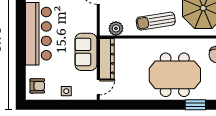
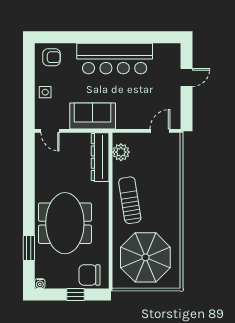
dresser: (107, 59) -> (100, 157), moved, turned 90
armchair: (37, 86) -> (52, 57), turned -90

